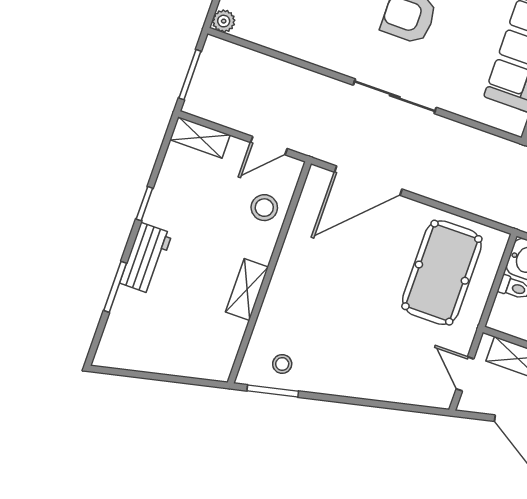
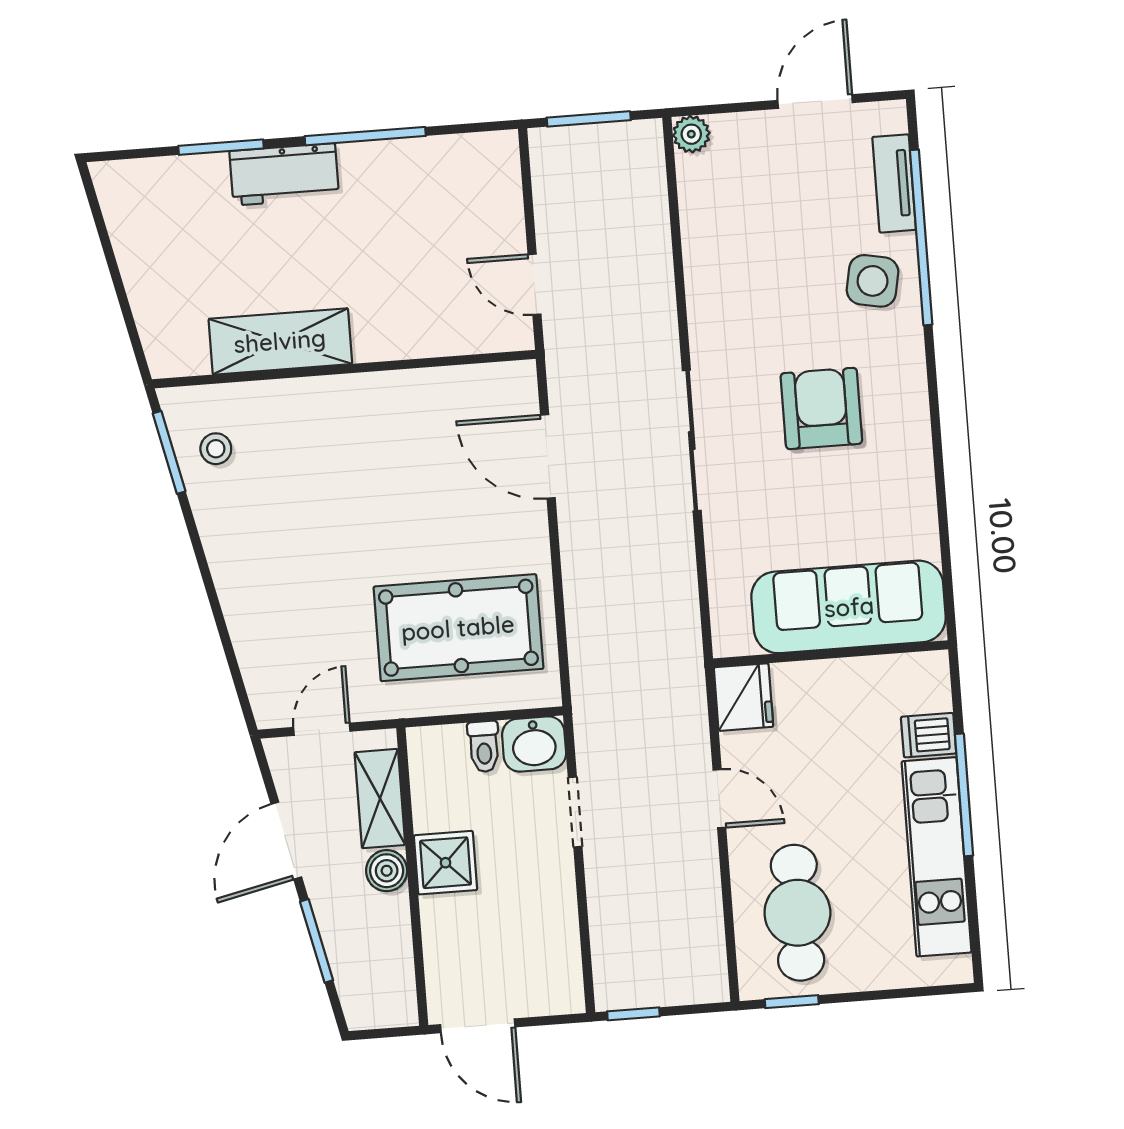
shelving: (200, 137) -> (501, 176), removed
door: (368, 181) -> (548, 456), width x0.73
window: (144, 204) -> (365, 136), width x2.17
stool: (264, 208) -> (438, 318), removed
shelving: (247, 290) -> (280, 341), width x1.50, depth x1.33

